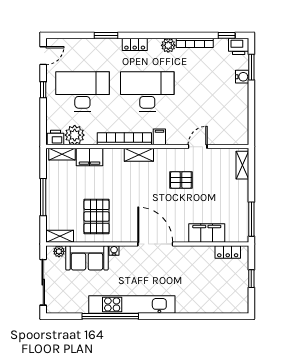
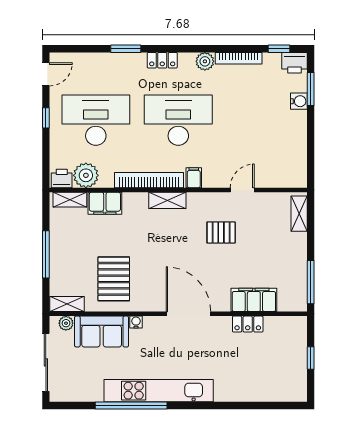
locker: (228, 252) -> (248, 324), moved

